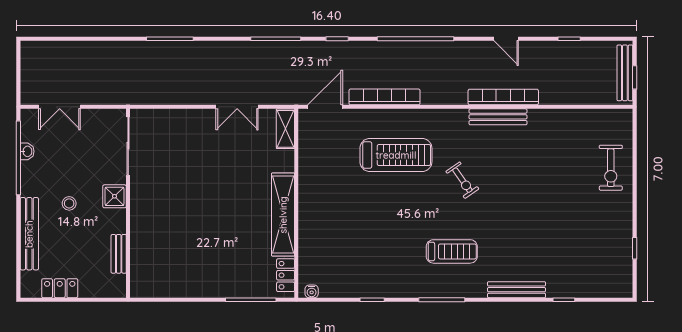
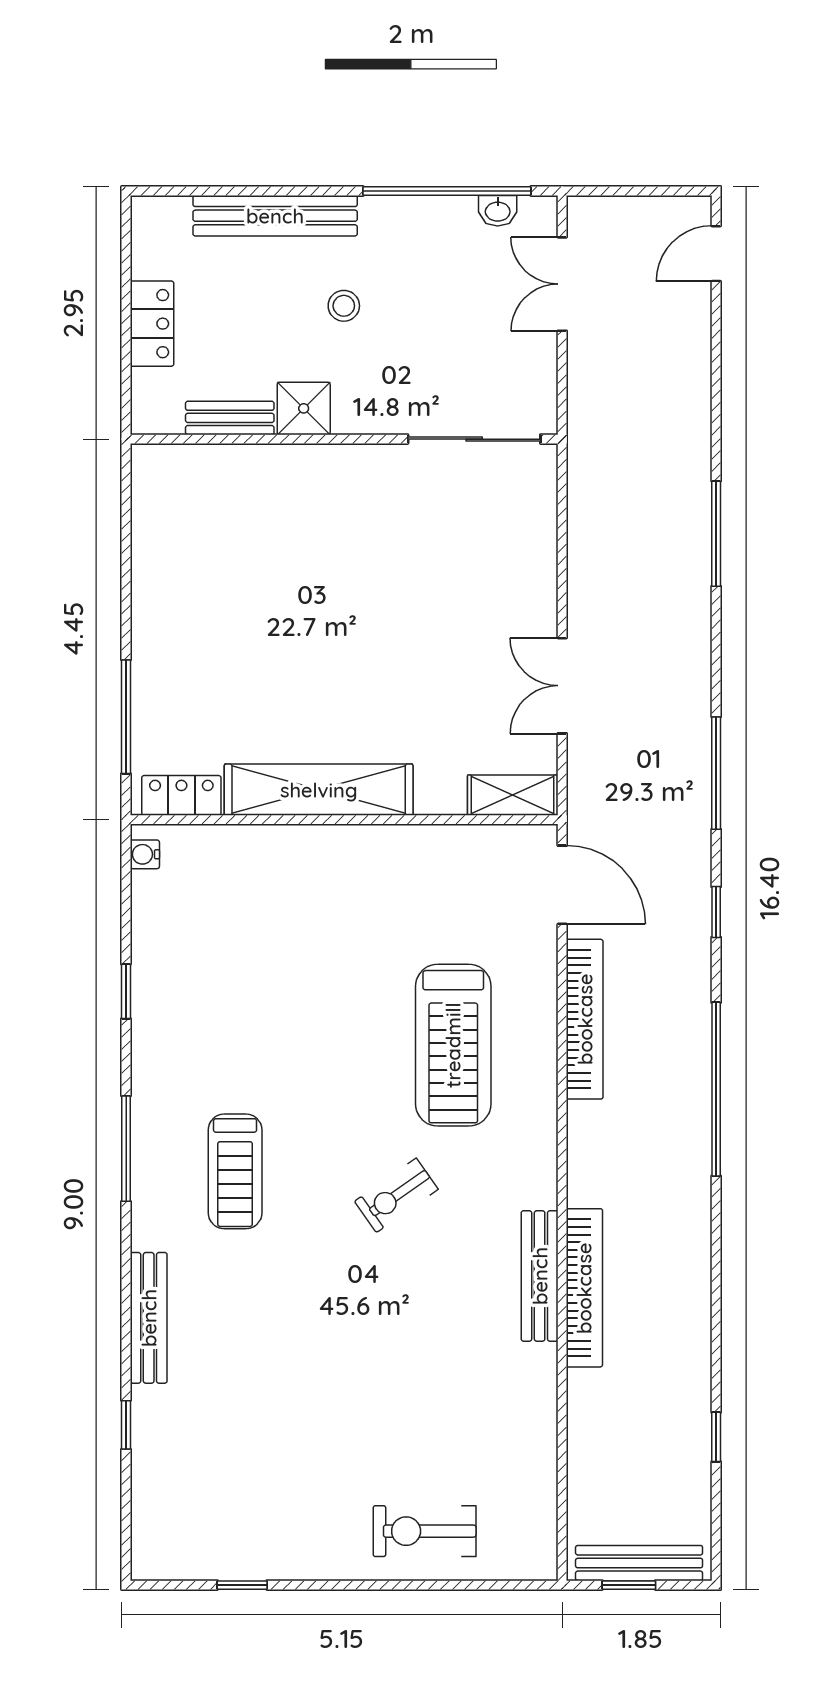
door: (506, 39) -> (716, 254), moved
washbasin: (27, 151) -> (498, 211), moved
shower: (114, 196) -> (304, 408), moved
locker: (60, 288) -> (152, 324), moved

